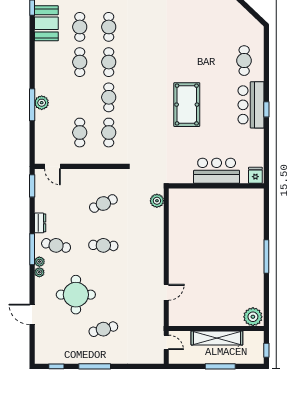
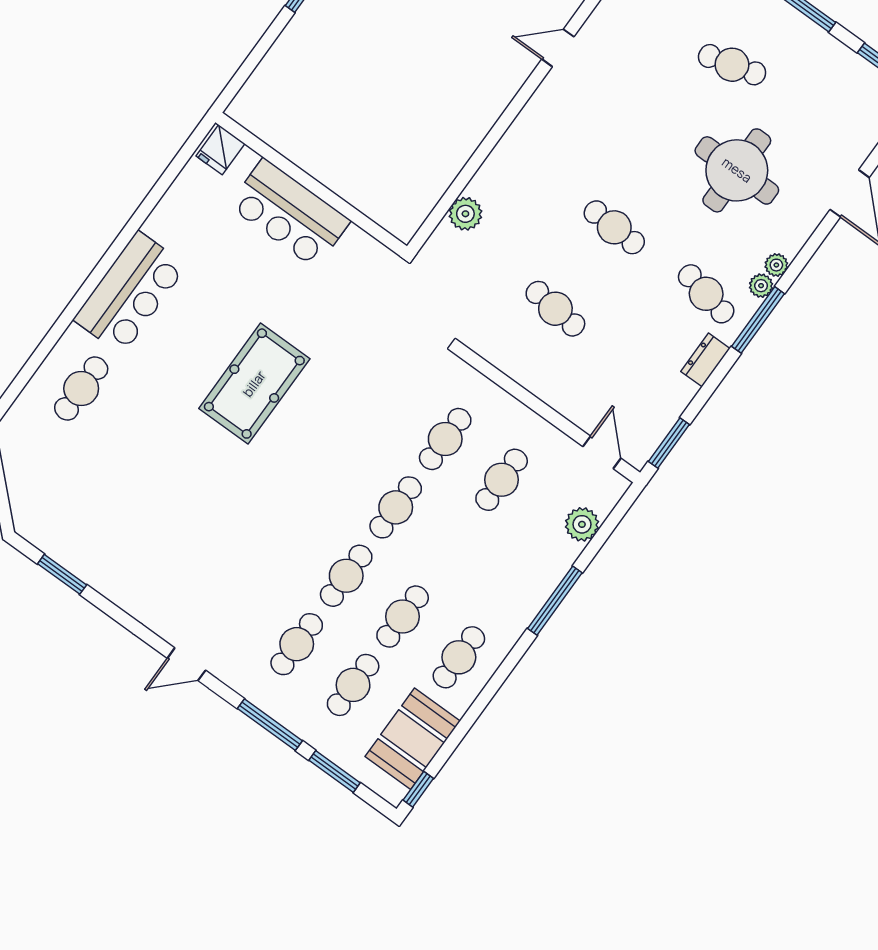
cafe table: (51, 62) -> (459, 657), added
plant: (42, 103) -> (582, 524), moved
window: (266, 109) -> (107, 262), removed
plant: (157, 201) -> (465, 214), moved
cafe table: (103, 204) -> (555, 309), turned 30

